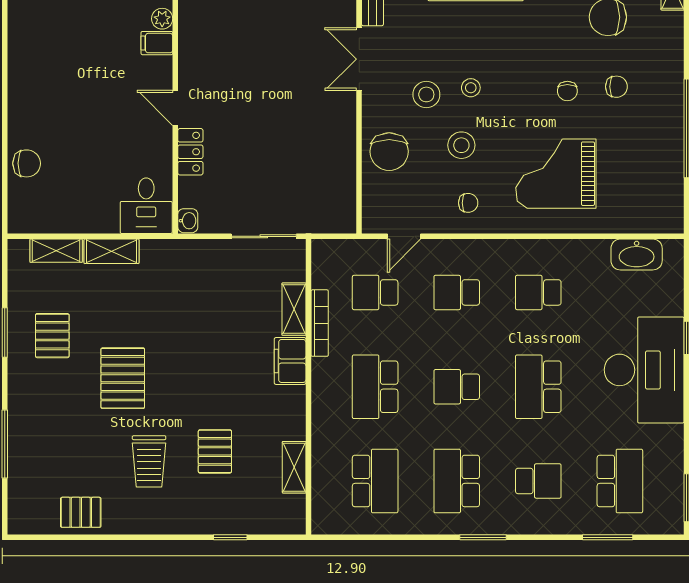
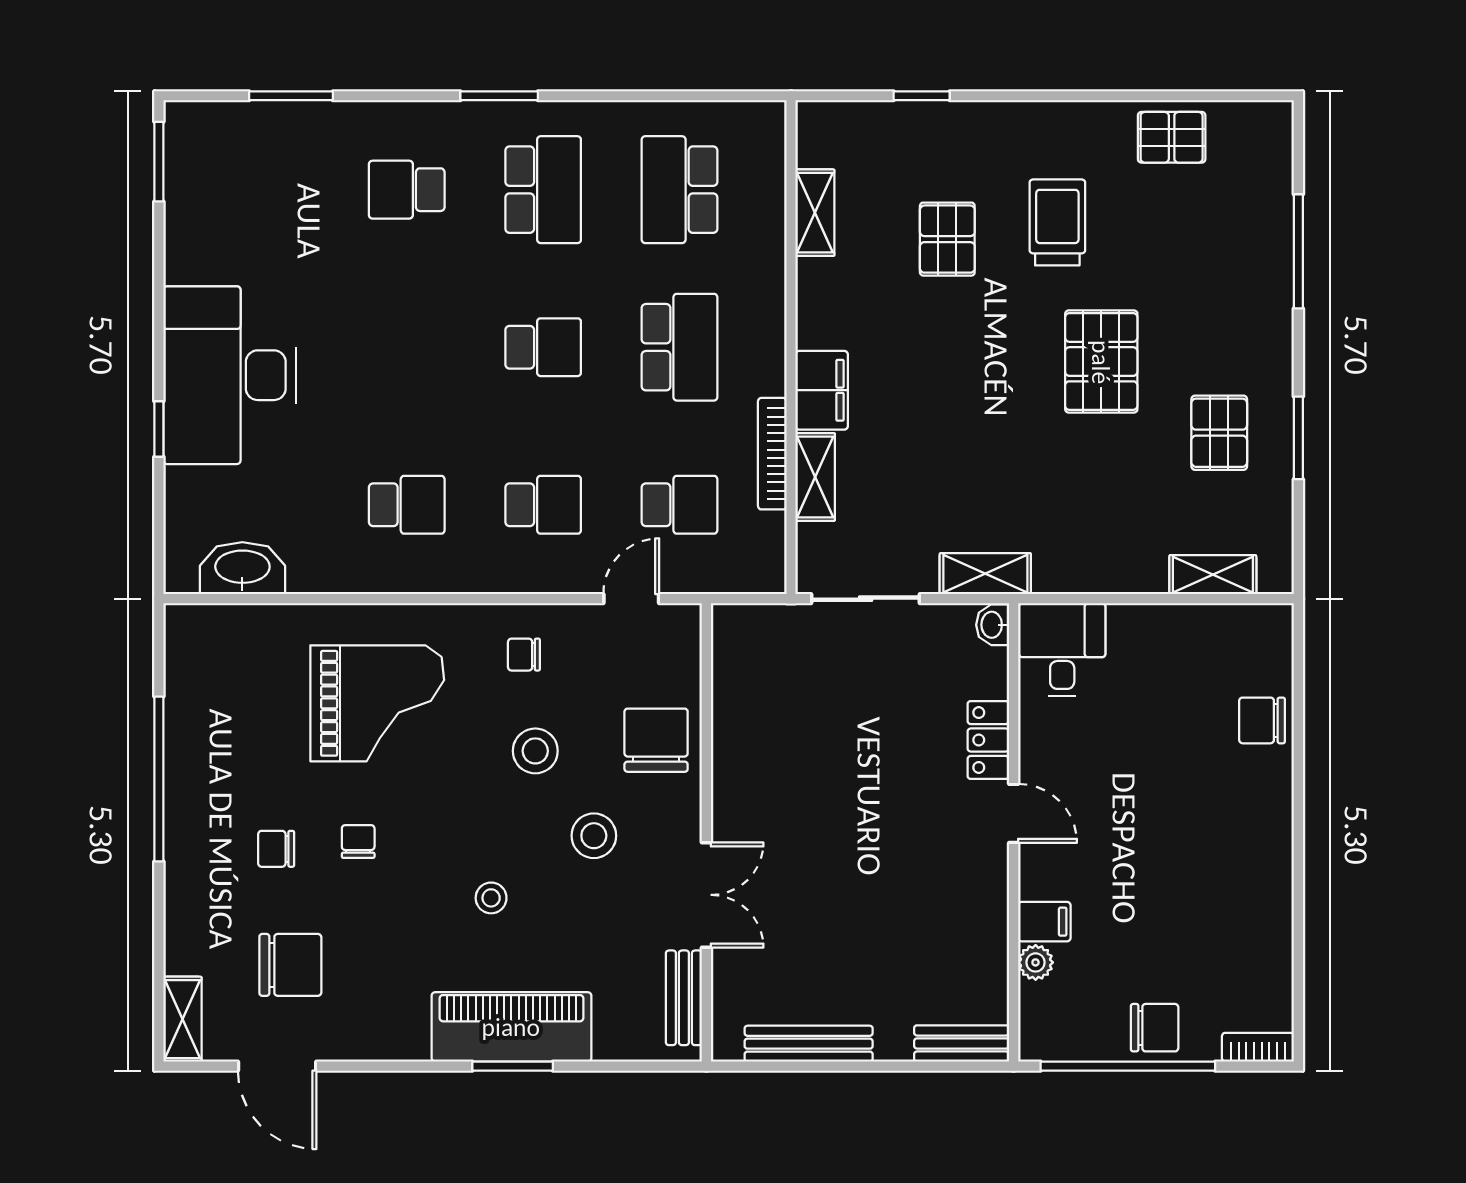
stool: (471, 88) -> (491, 898), moved
shelving: (112, 251) -> (985, 574), moved
school desk: (538, 387) -> (407, 347), removed
school desk: (620, 481) -> (270, 190), removed

